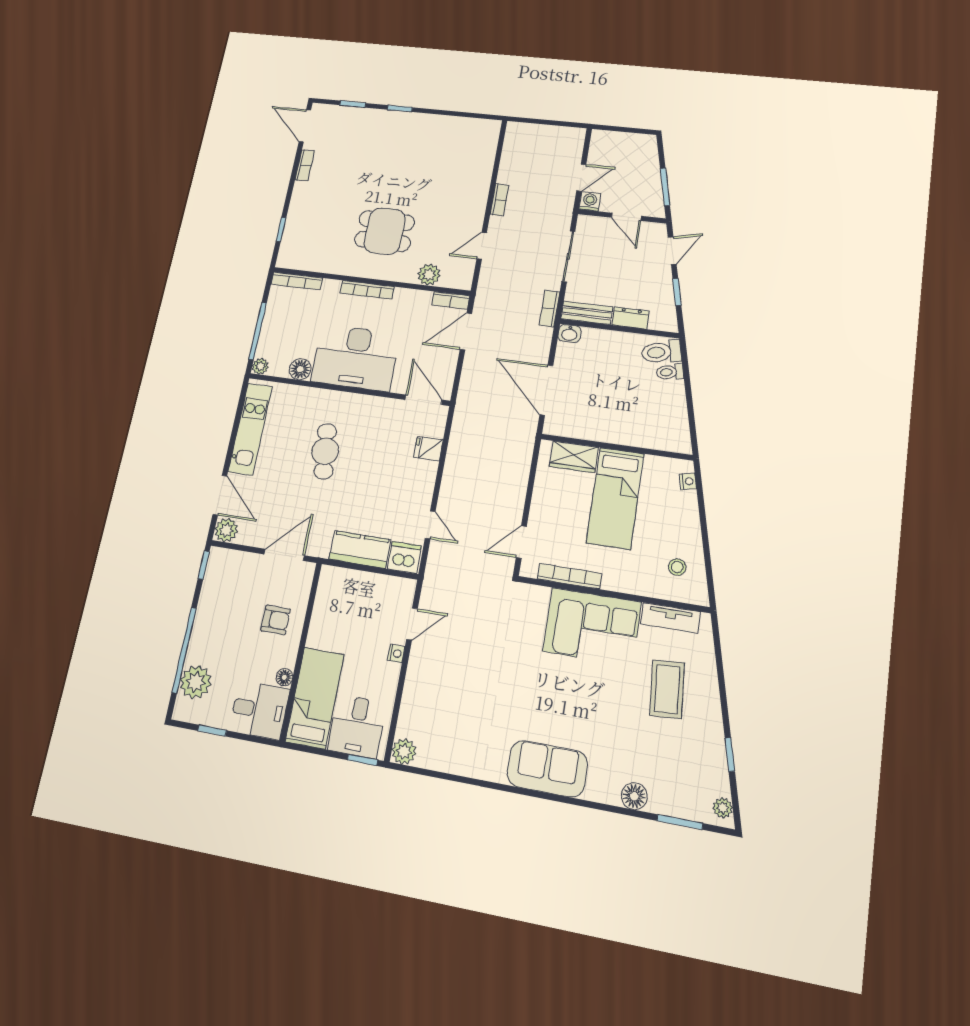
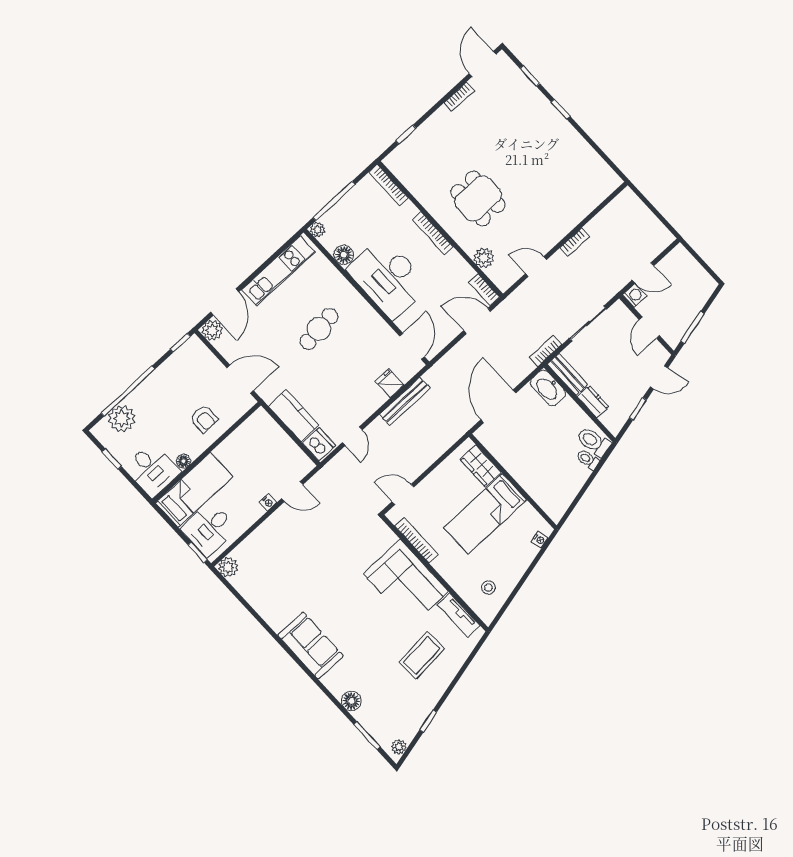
washbasin: (569, 334) -> (548, 388), width x1.91, depth x1.45
bench: (455, 454) -> (405, 401), added

